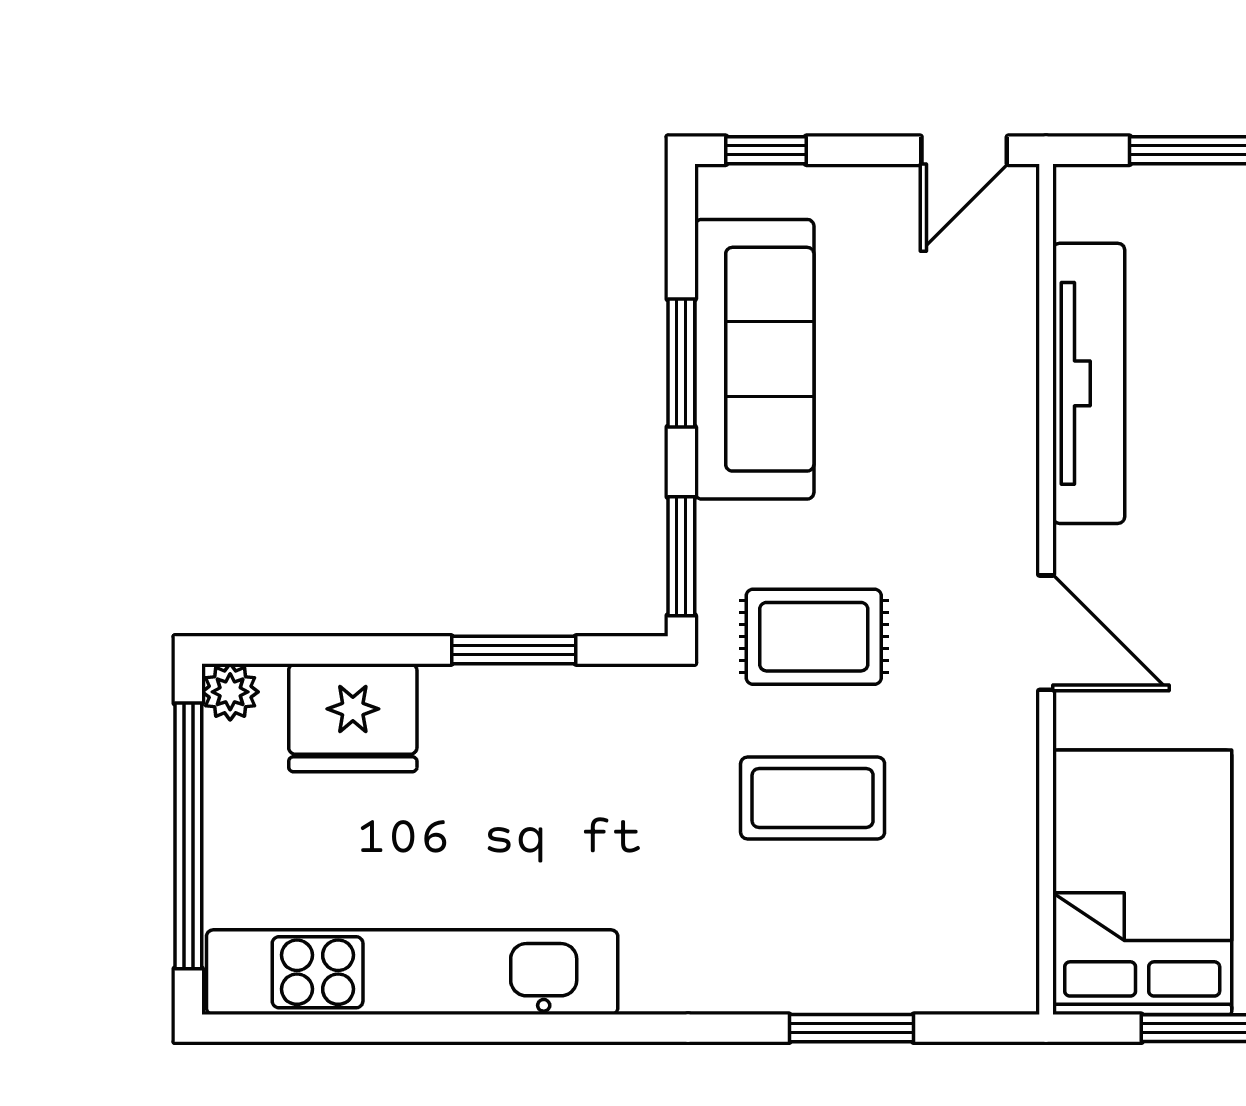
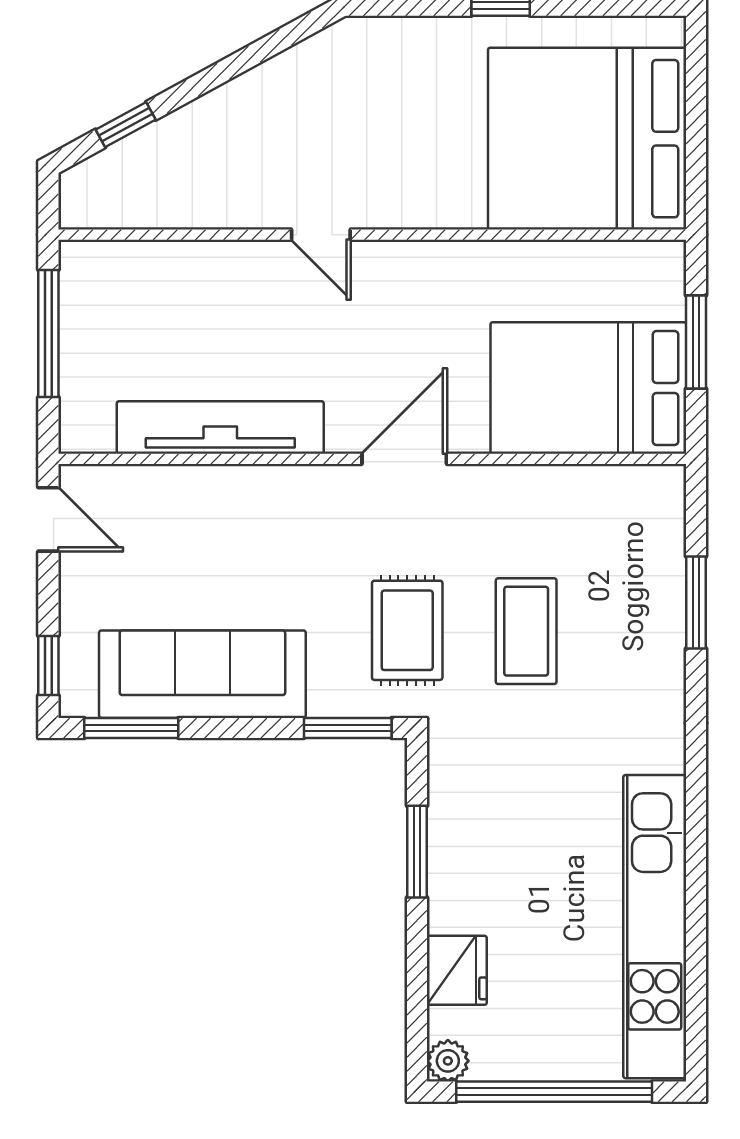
window: (681, 363) -> (131, 728), moved
fridge: (353, 718) -> (457, 970), width x0.73, depth x0.75

